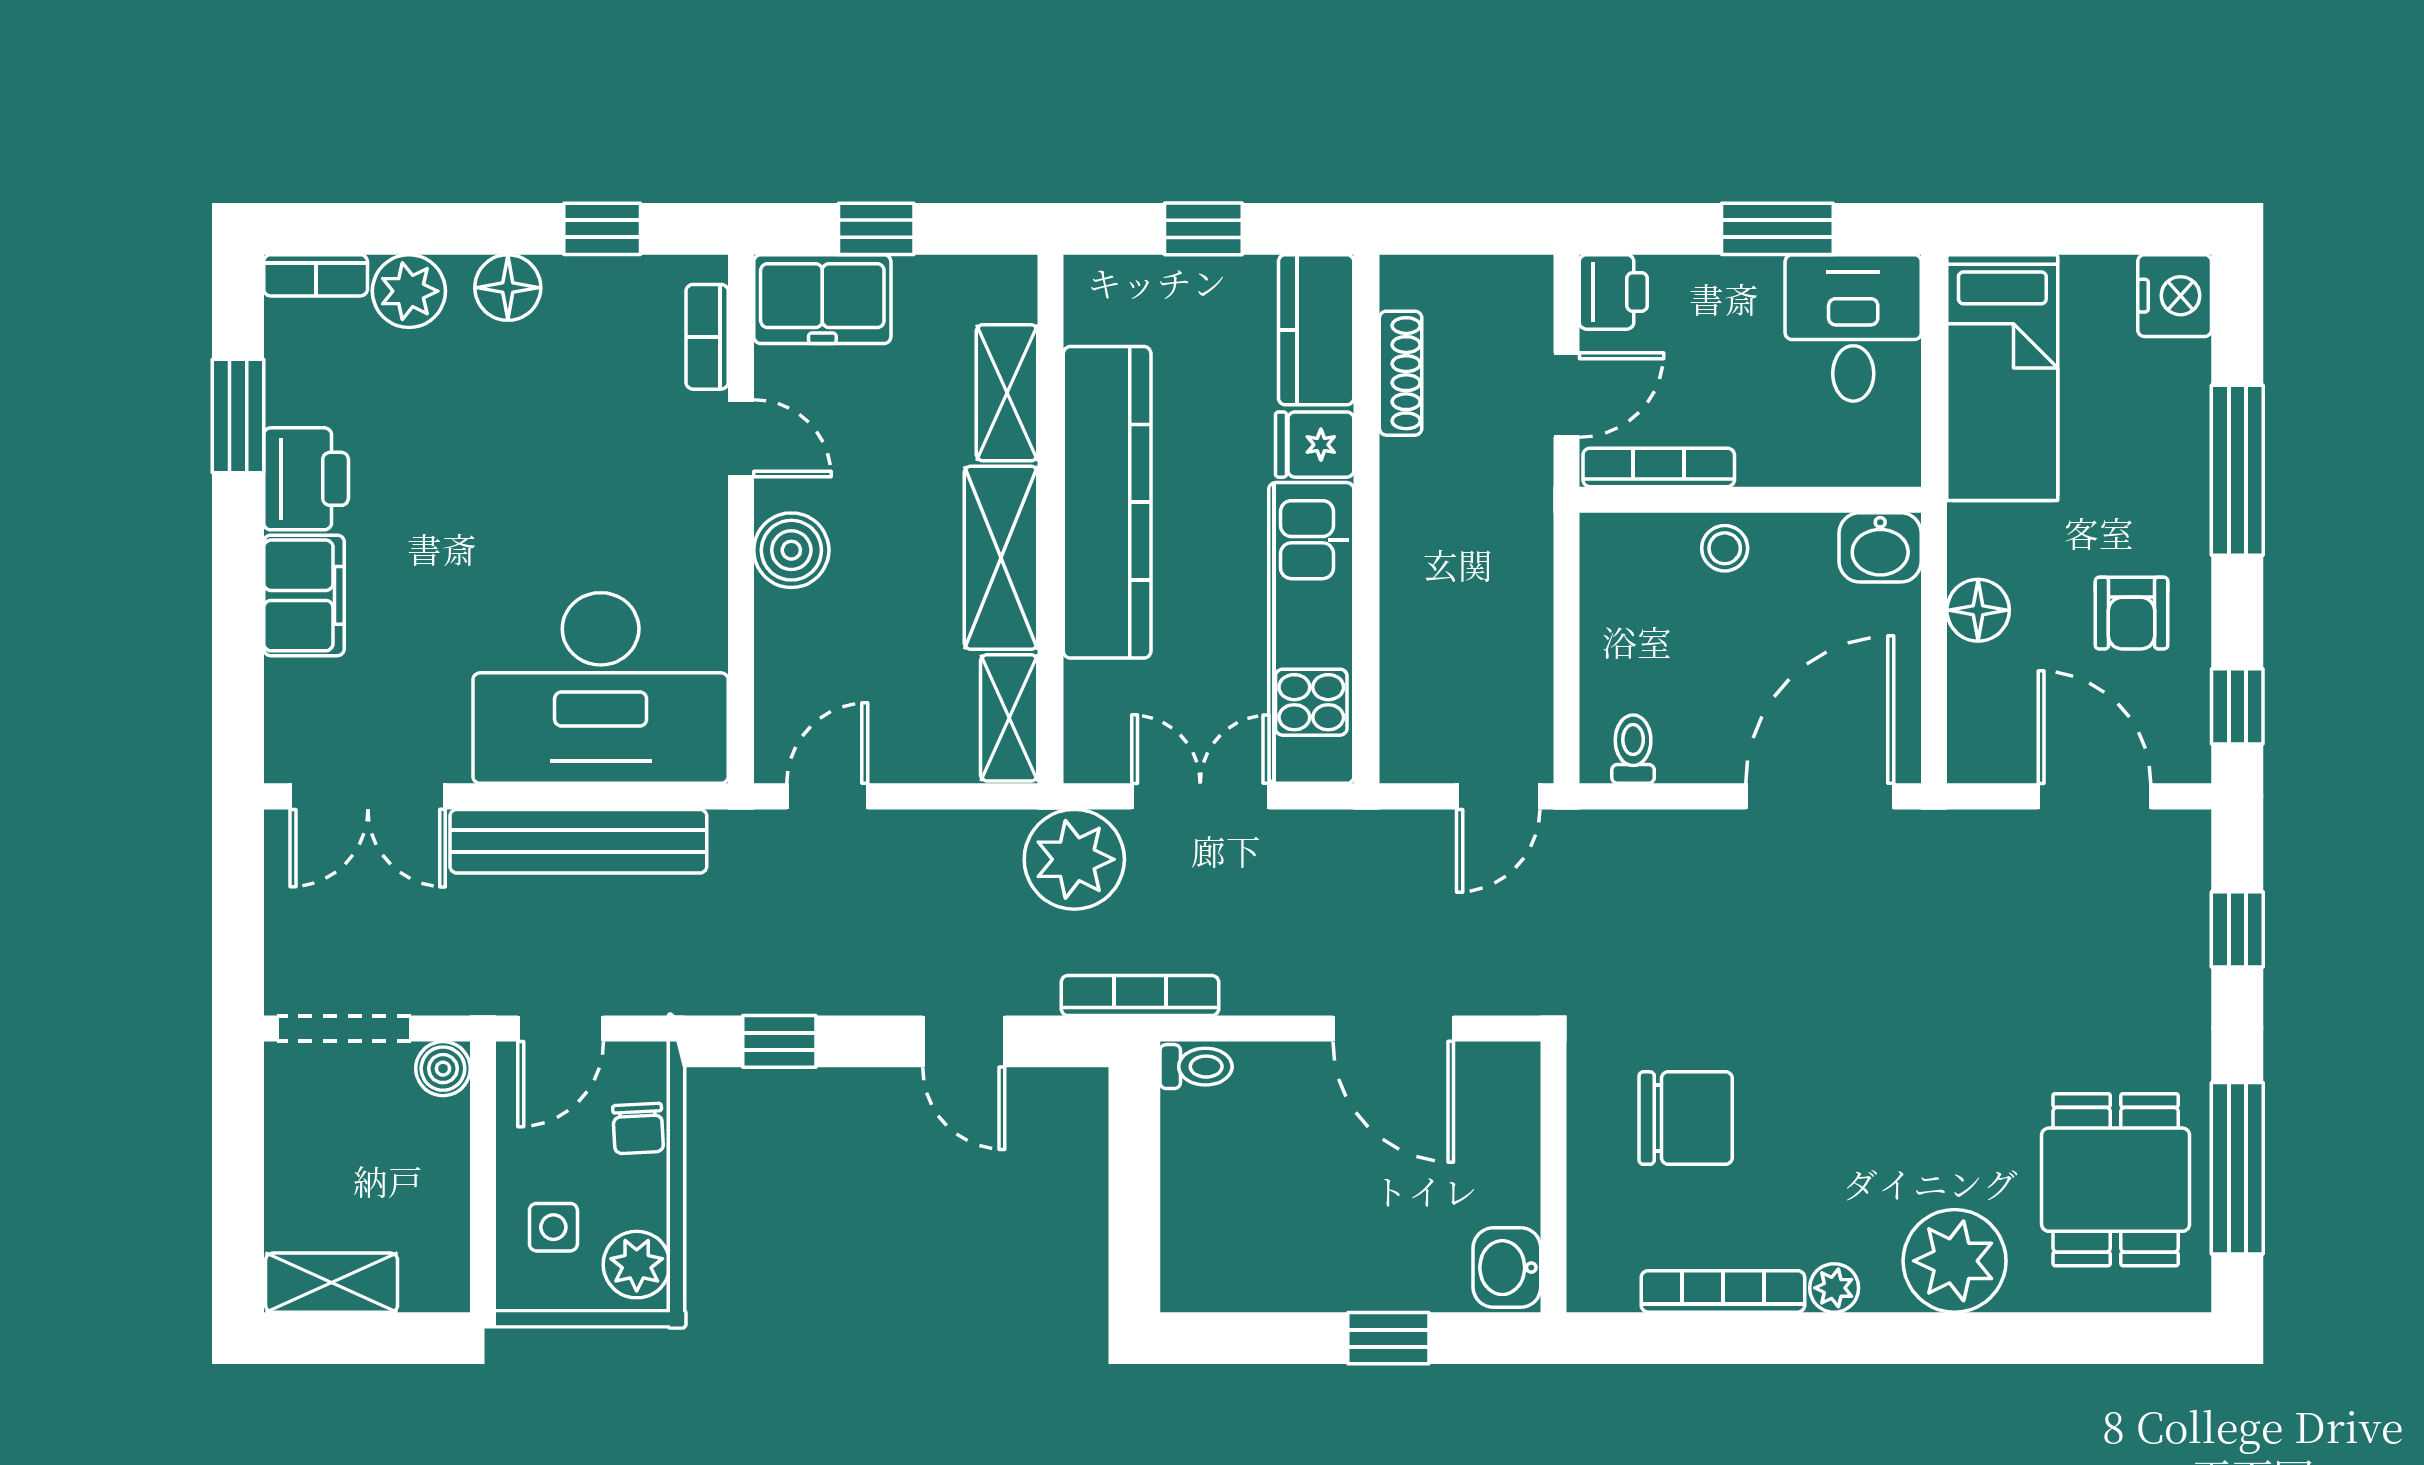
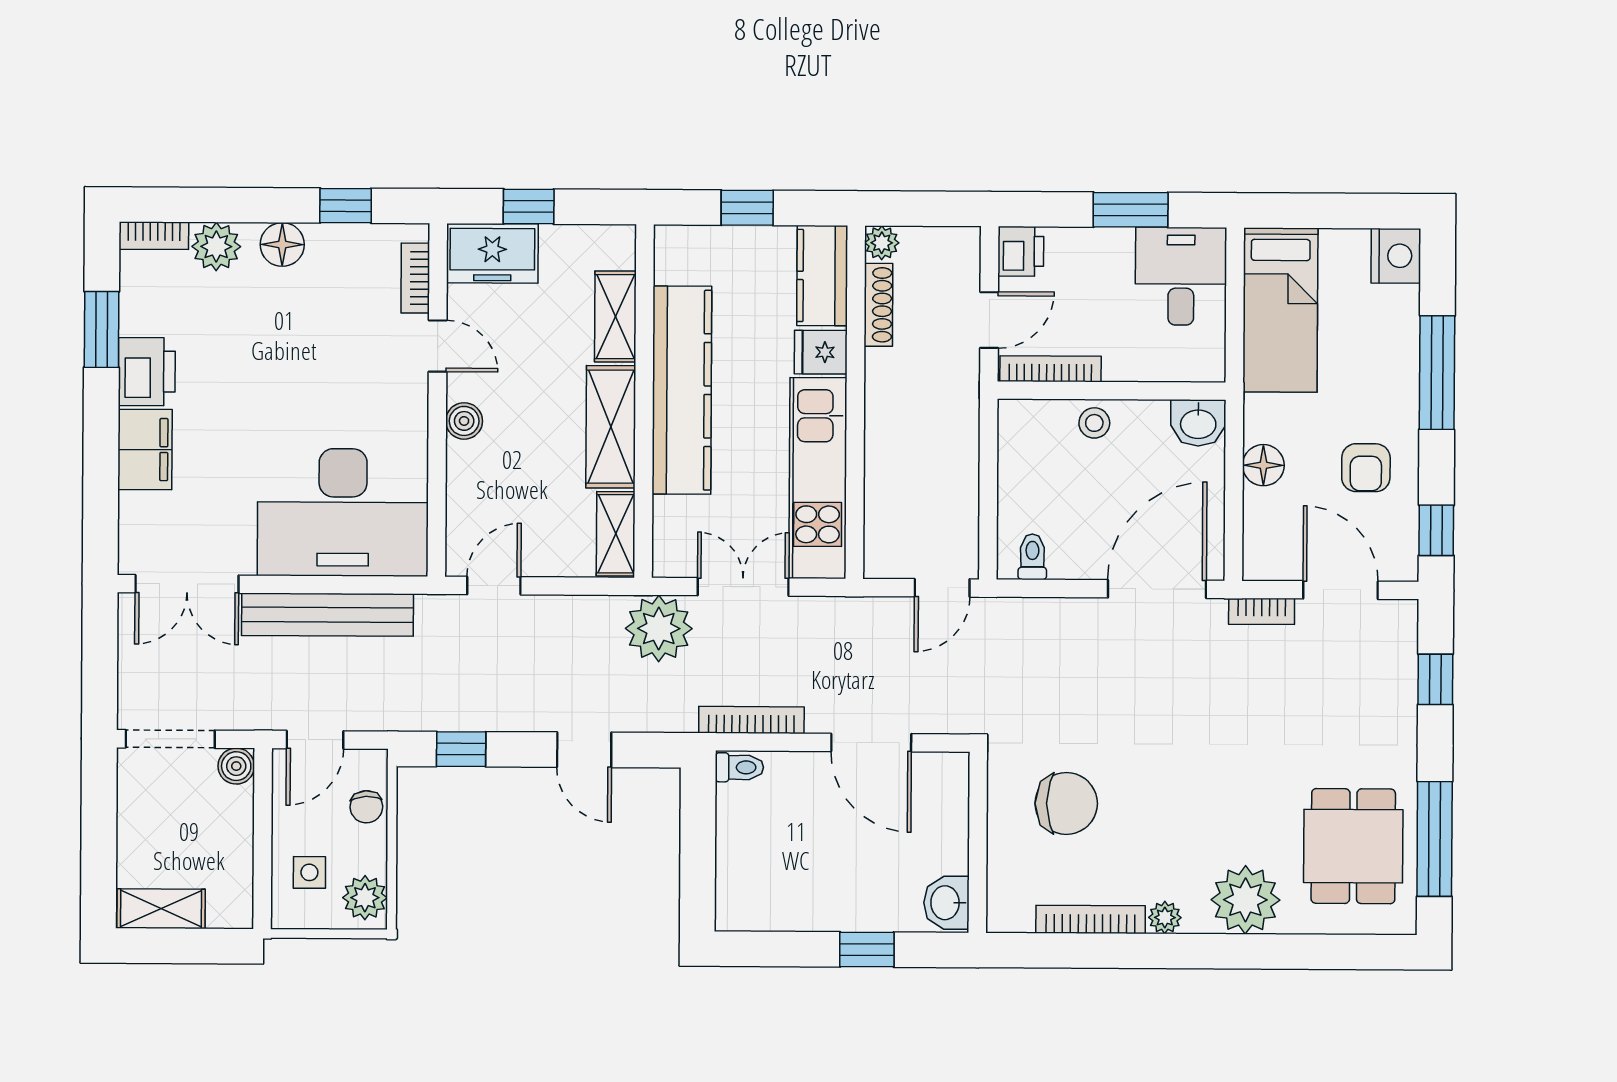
plant: (1405, 280) -> (882, 243), added
boiler: (791, 550) -> (464, 421), width x0.73, depth x0.73
bookcase: (1977, 829) -> (1262, 611), added
bookcase: (1140, 996) -> (751, 720), moved

